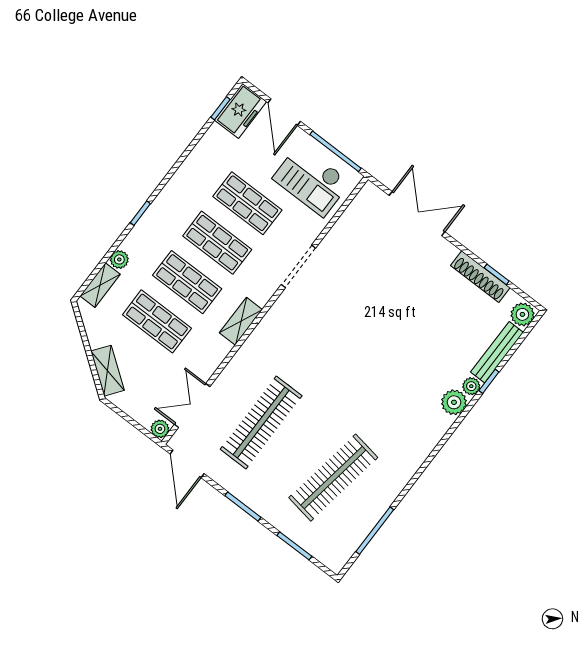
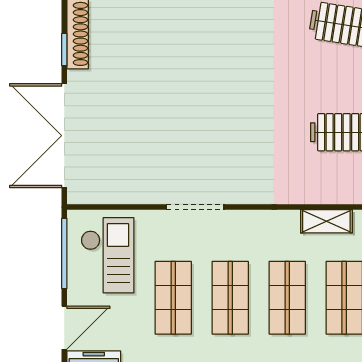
double door: (417, 214) -> (64, 136), width x1.36
window: (497, 274) -> (64, 50), moved
shelving: (241, 321) -> (326, 221), moved

